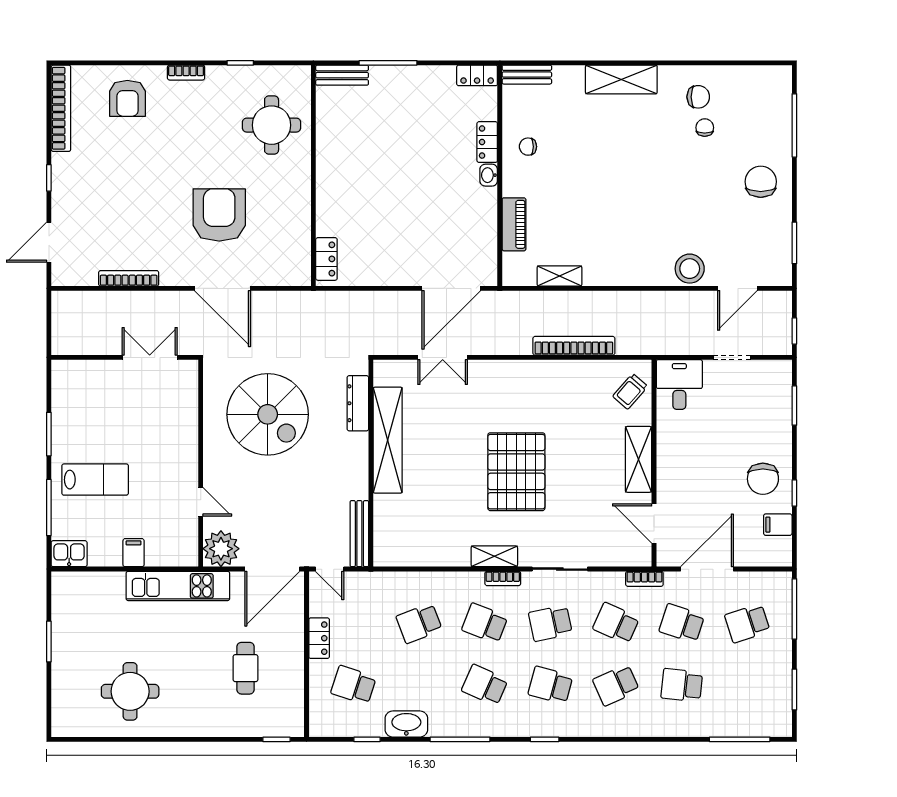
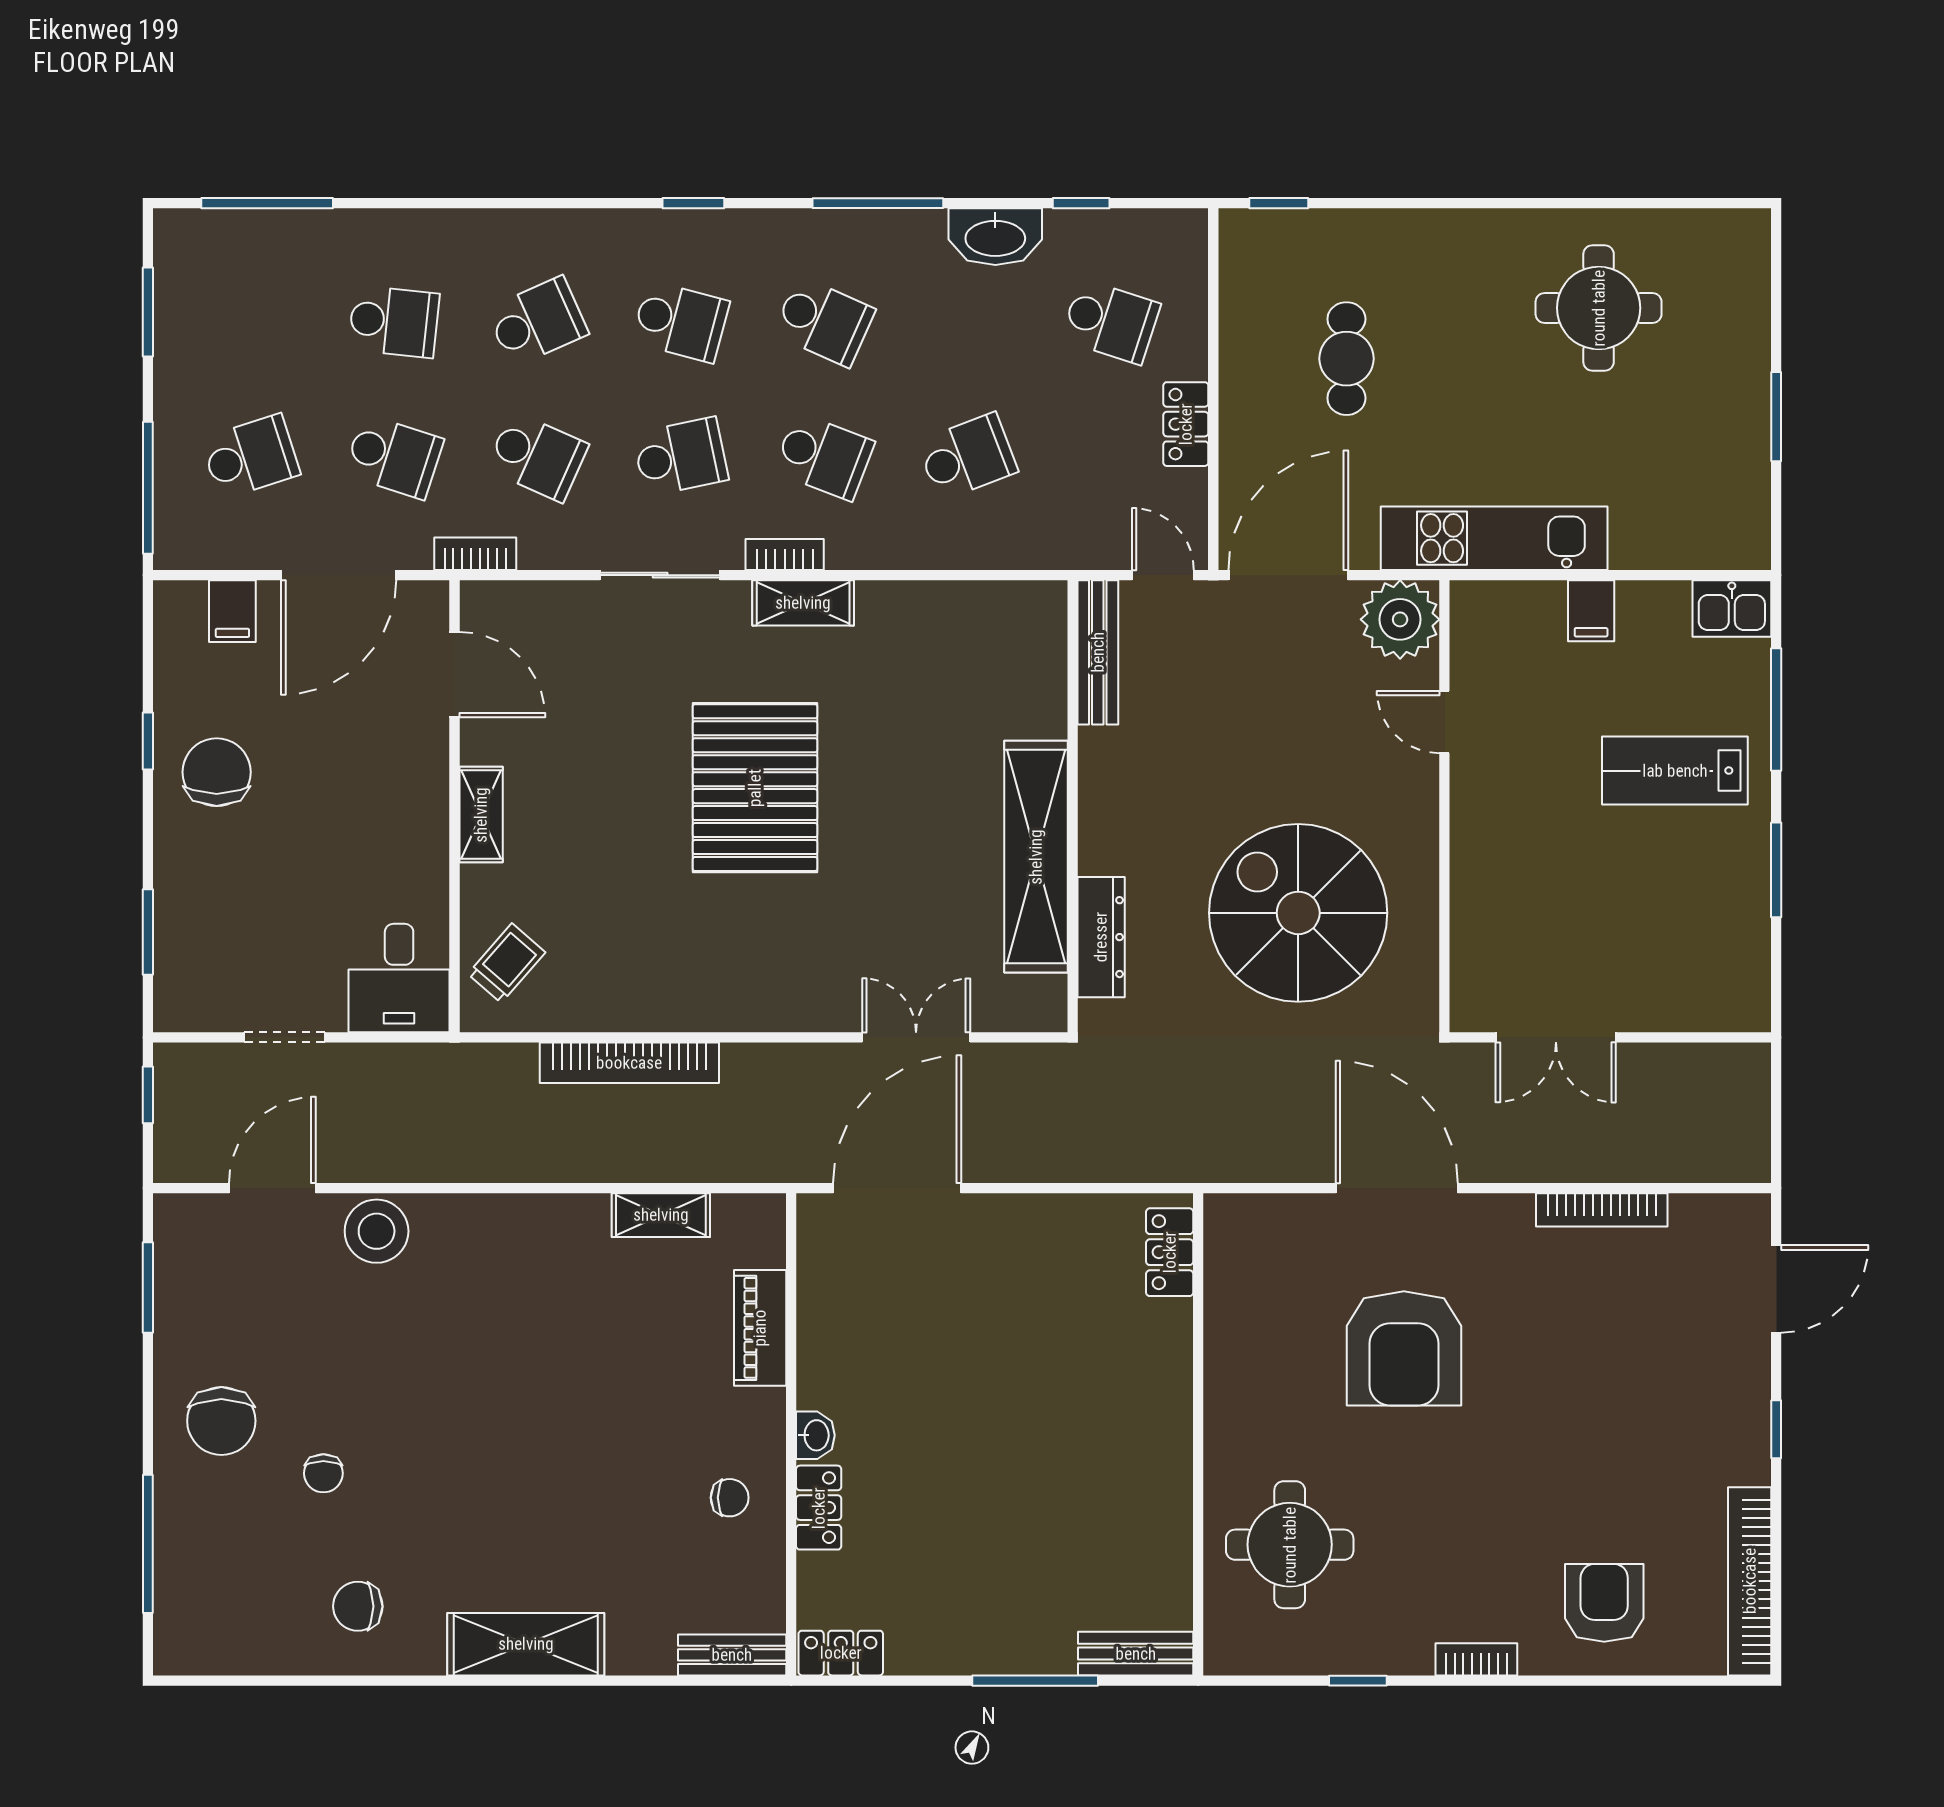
chair: (705, 128) -> (323, 1473), moved
shelving: (639, 459) -> (481, 815), width x0.67, depth x0.75
filing cabinet: (778, 525) -> (232, 611), moved, turned 90

